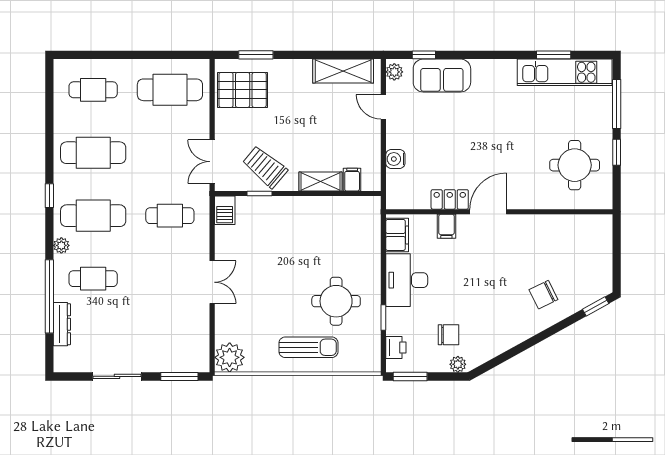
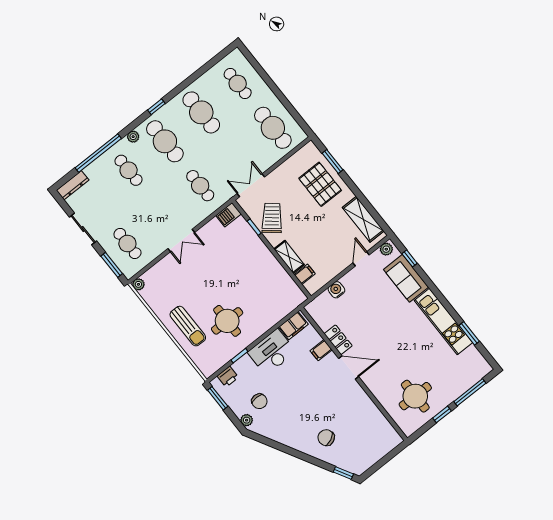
kitchen unit: (565, 72) -> (443, 322), moved
pallet: (243, 90) -> (320, 184), moved
dresser: (62, 324) -> (73, 185), moved
cafe table: (170, 342) -> (127, 244), added
plant: (230, 357) -> (138, 284), width x0.53, depth x0.53

